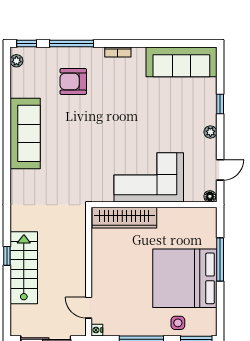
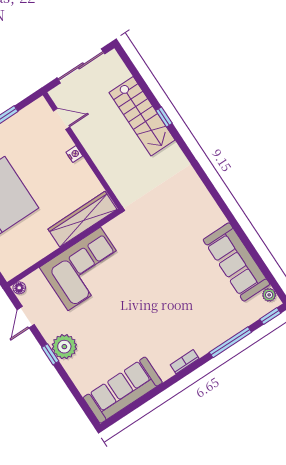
armchair: (73, 81) -> (207, 310), removed
window: (220, 104) -> (50, 354), moved
plant: (210, 132) -> (64, 347), width x1.87, depth x1.87
sofa: (25, 133) -> (236, 262), moved
nightstand: (97, 330) -> (74, 154), moved

